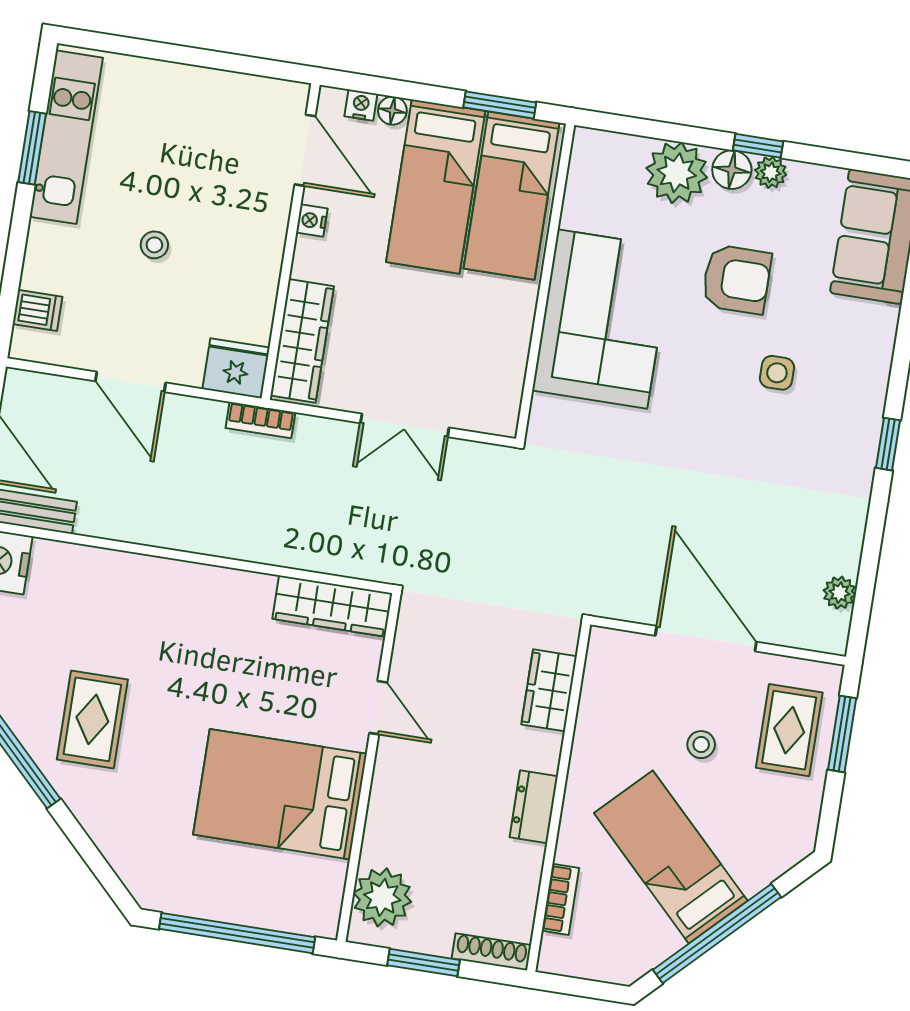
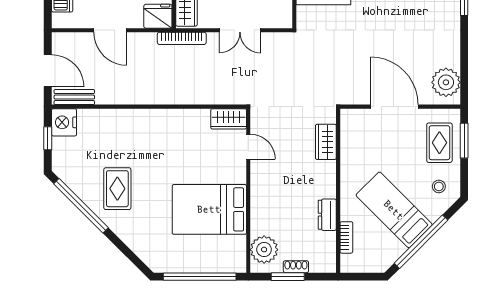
bookcase: (260, 420) -> (182, 38), width x1.56
plant: (840, 593) -> (446, 82), width x1.87, depth x1.87
wardrobe: (332, 606) -> (229, 119), width x0.67
door: (378, 708) -> (248, 147), moved
stool: (701, 745) -> (439, 186), moved
dresser: (534, 807) -> (327, 215), moved
shoe rack: (491, 952) -> (296, 267), moved, width x0.70

